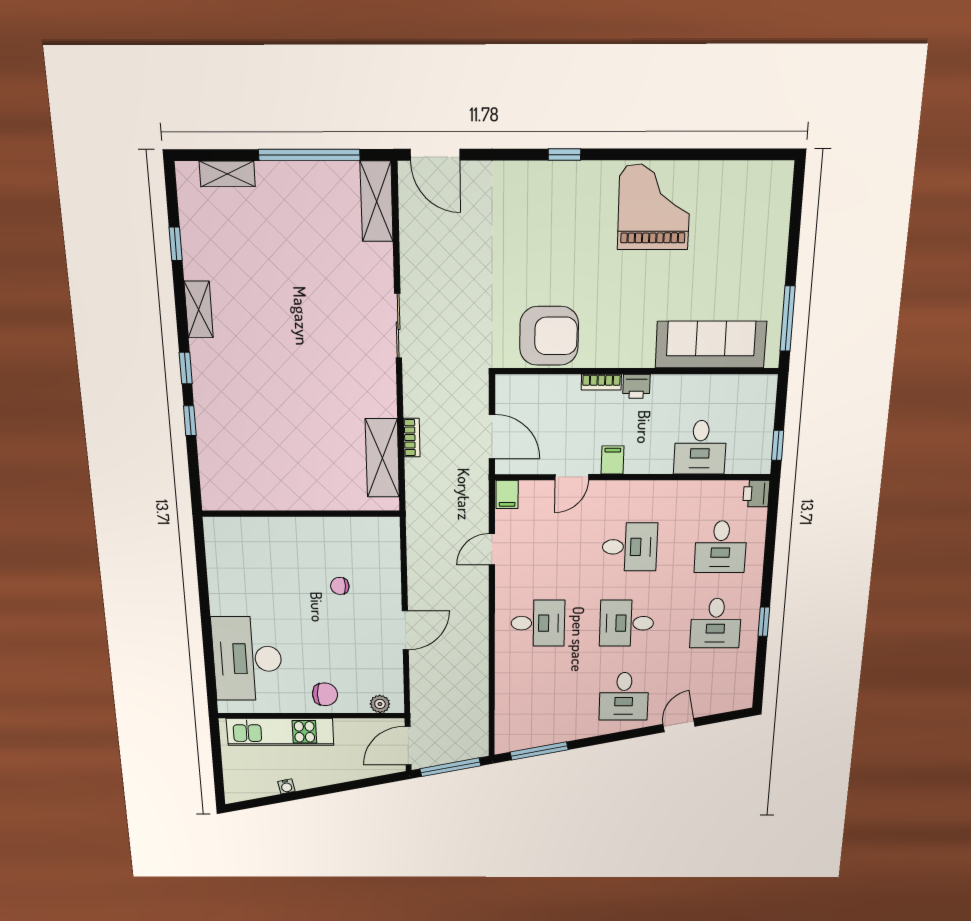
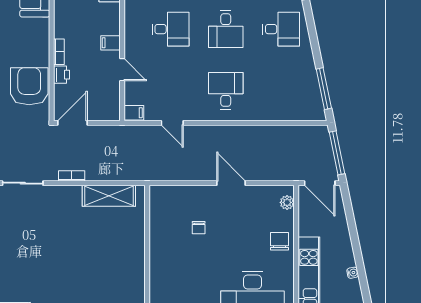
printer: (636, 386) -> (62, 75), moved
door: (492, 437) -> (73, 123), moved
bookcase: (412, 438) -> (72, 176), moved
desk: (630, 547) -> (170, 29), turned 90

